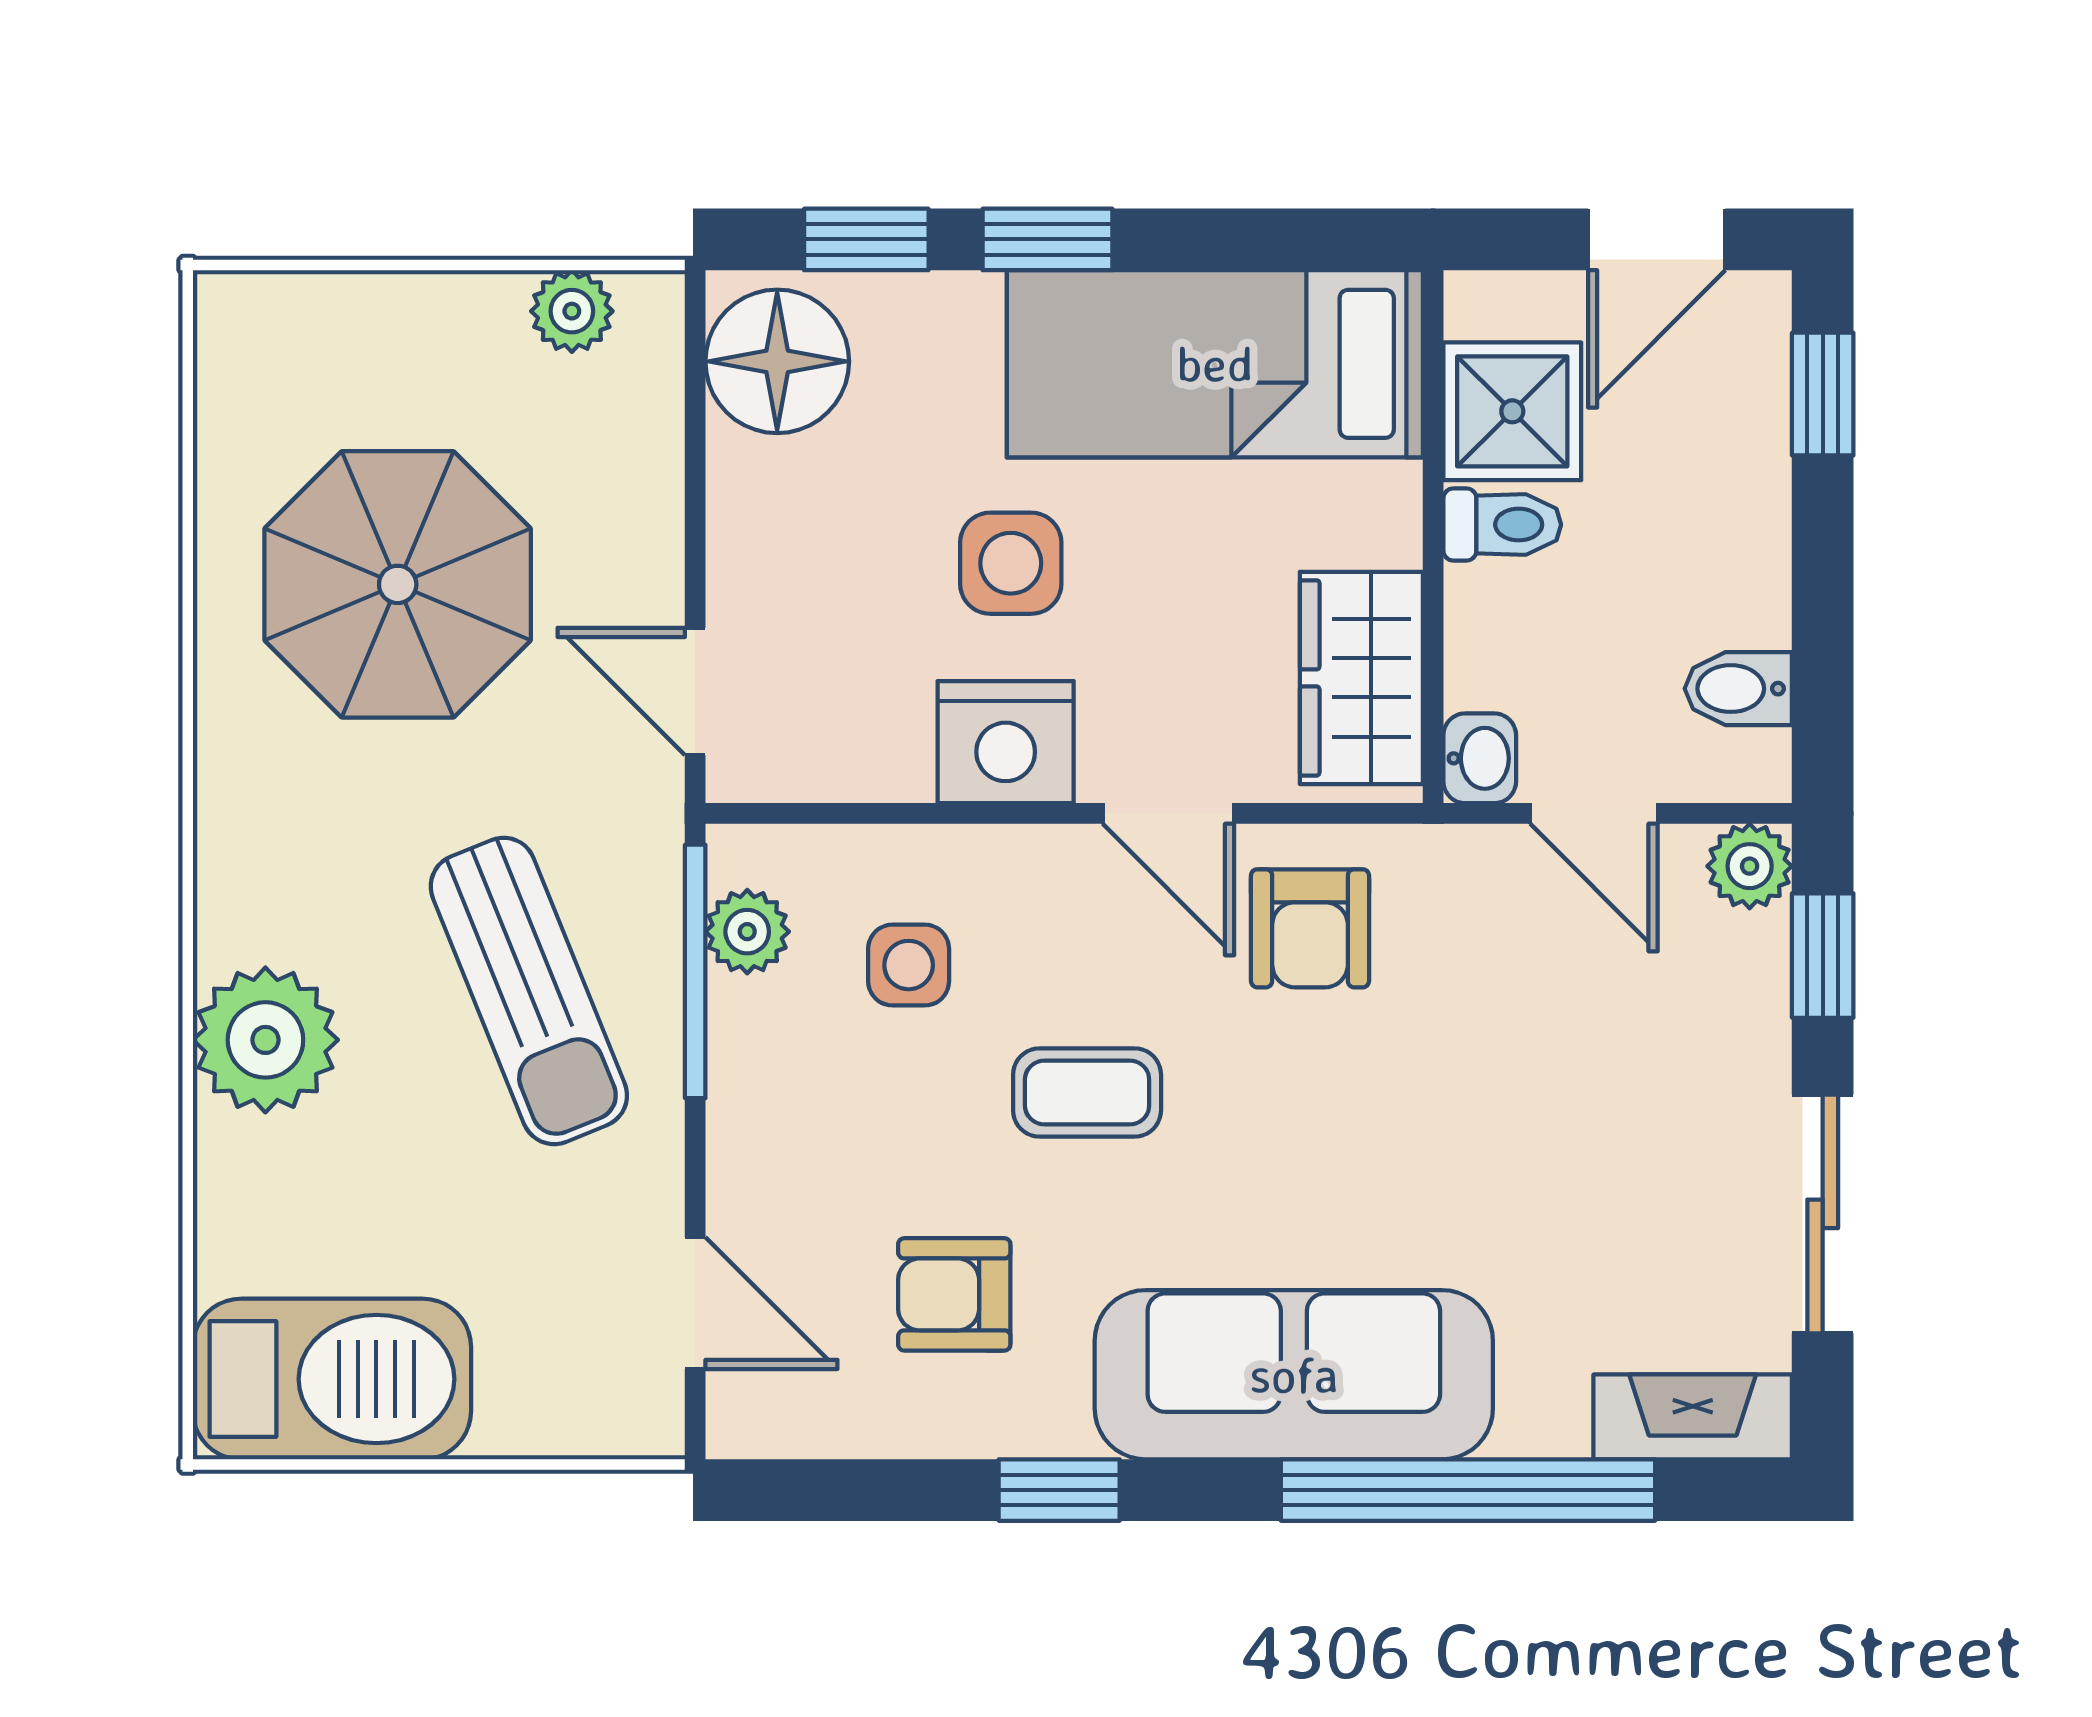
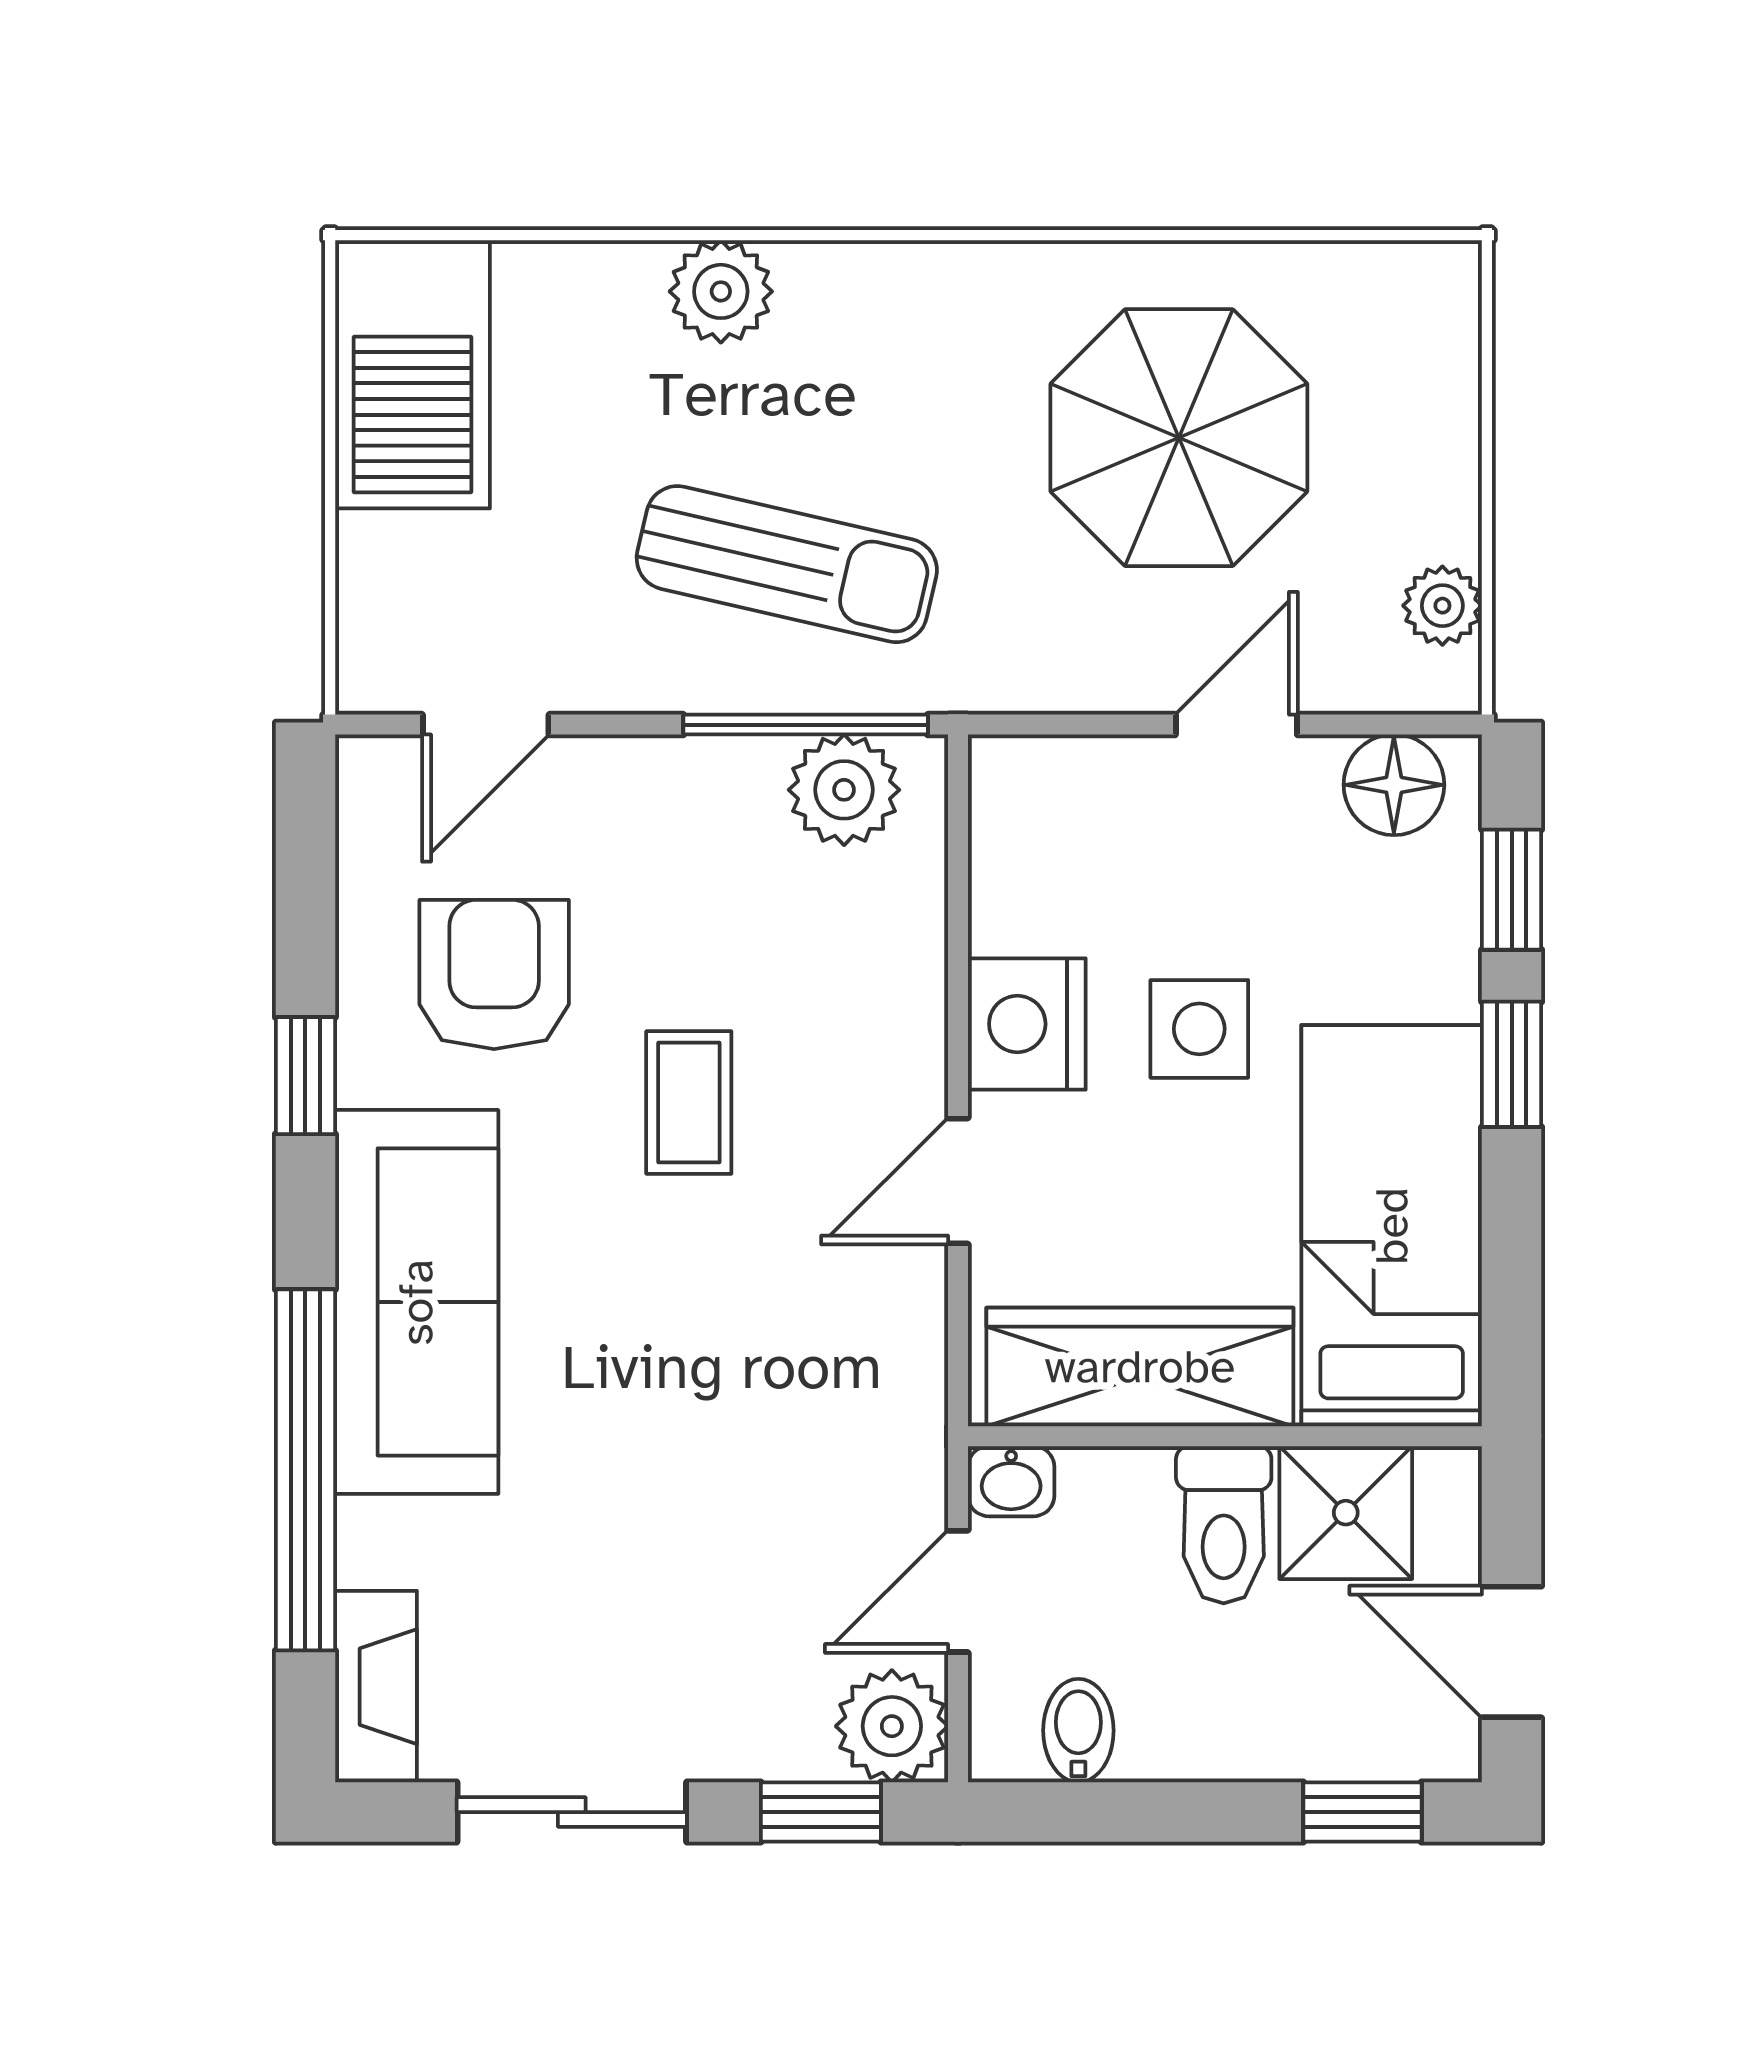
floor lamp: (777, 361) -> (1394, 785), width x0.73, depth x0.73
toilet: (1502, 525) -> (1224, 1525), width x1.37, depth x1.39
wardrobe: (1361, 678) -> (1140, 1367), width x1.50
door: (695, 691) -> (1236, 725), moved
plant: (1750, 866) -> (892, 1726), width x1.38, depth x1.38
armchair: (1310, 928) -> (847, 1318), removed
plant: (747, 932) -> (844, 790), width x1.38, depth x1.38
side table: (909, 965) -> (812, 930), removed
sun lounger: (529, 991) -> (787, 564), turned -145
plant: (265, 1040) -> (721, 291), width x0.73, depth x0.73
armchair: (954, 1294) -> (494, 975), width x1.38, depth x1.38

